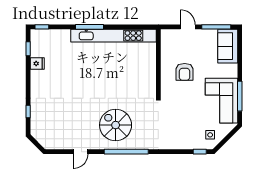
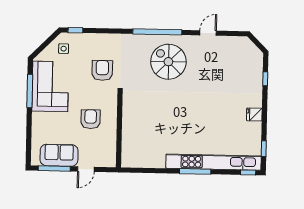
door: (188, 27) -> (86, 169), hinge flipped
kitchen unit: (114, 36) -> (214, 162), moved
sofa: (228, 46) -> (59, 155), moved, turned -90
fridge: (37, 64) -> (254, 114), moved
armchair: (175, 116) -> (102, 70), added
spiral stairs: (116, 125) -> (168, 62), turned 180

